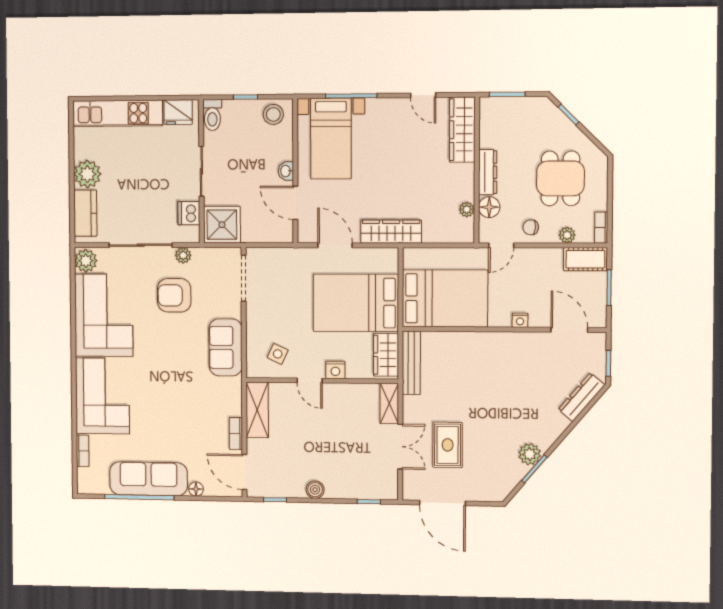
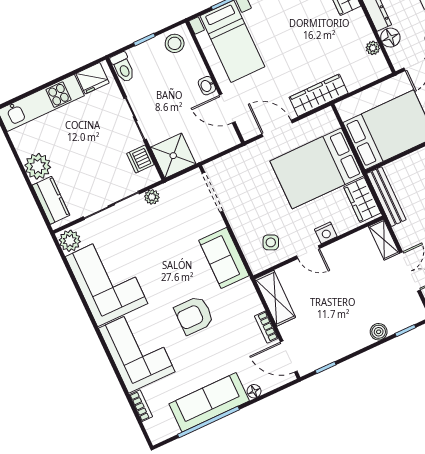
armchair: (174, 295) -> (194, 315), moved
boiler: (315, 490) -> (379, 332), moved

